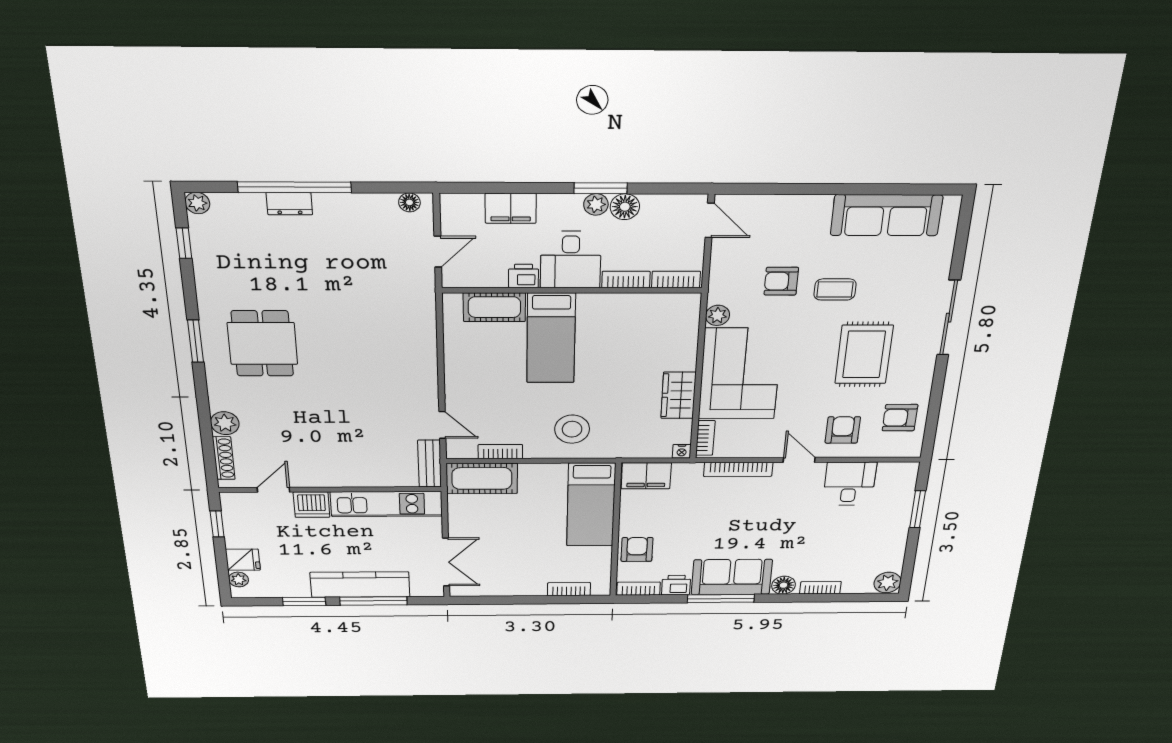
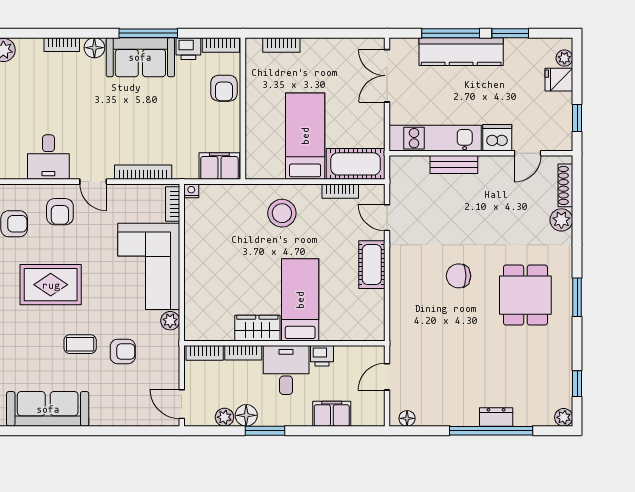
plant: (596, 204) -> (224, 417), moved
cot: (494, 307) -> (372, 265), moved, turned 90
rug: (864, 354) -> (51, 285), turned 90
chair: (350, 364) -> (458, 276), added
wardrobe: (678, 395) -> (257, 328), moved, turned -90
bench: (430, 464) -> (454, 165), moved, turned 90
bed: (591, 505) -> (305, 136), moved

